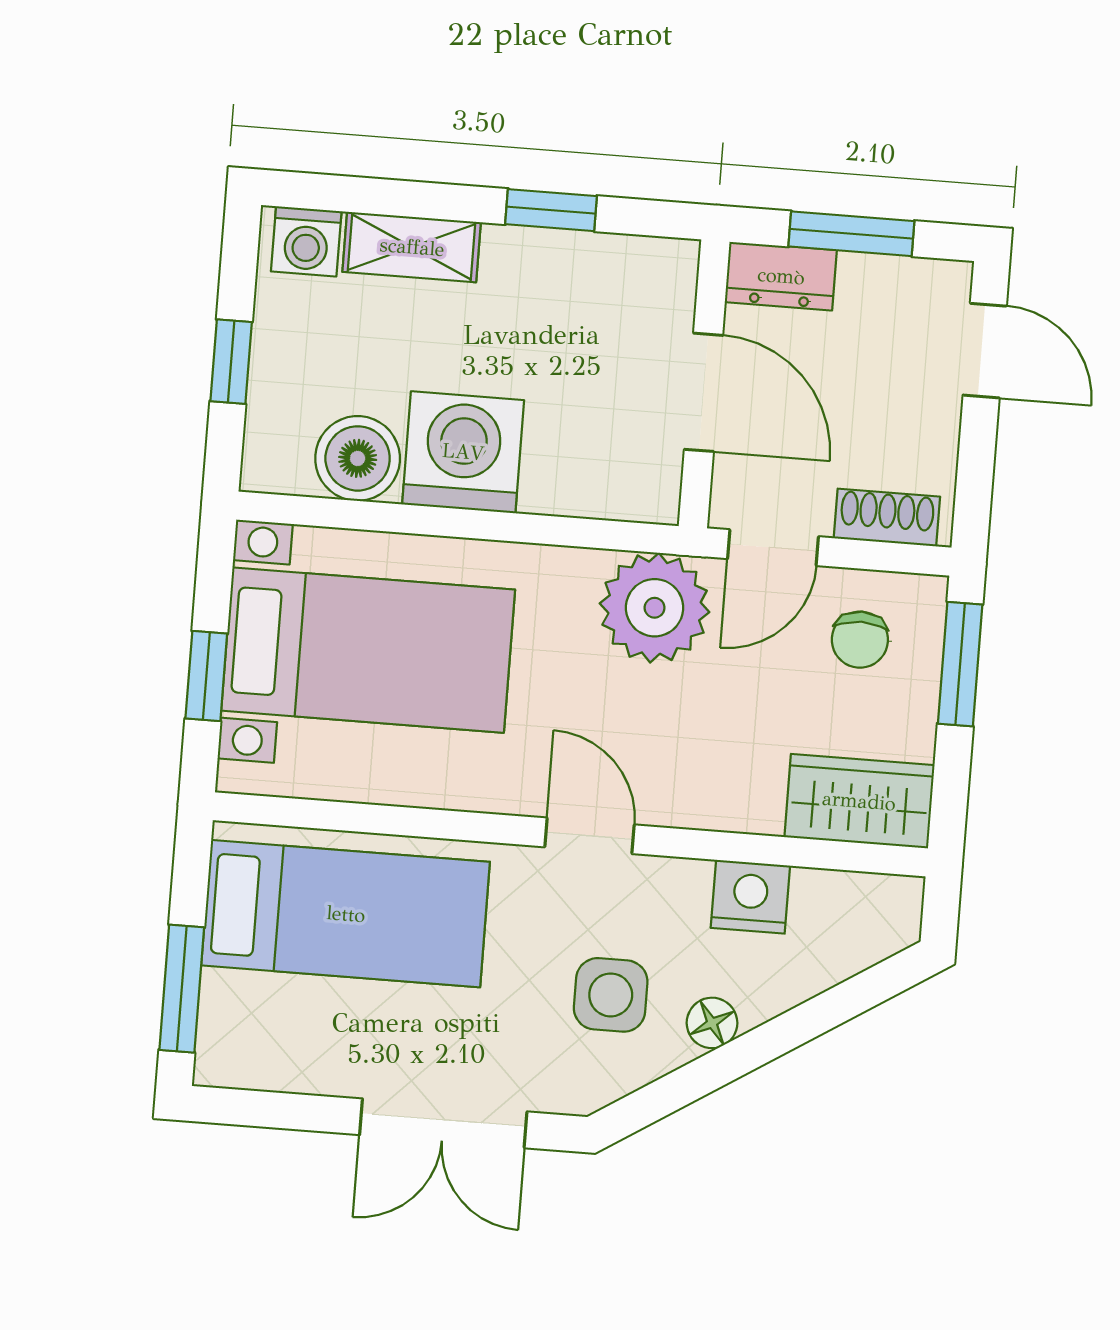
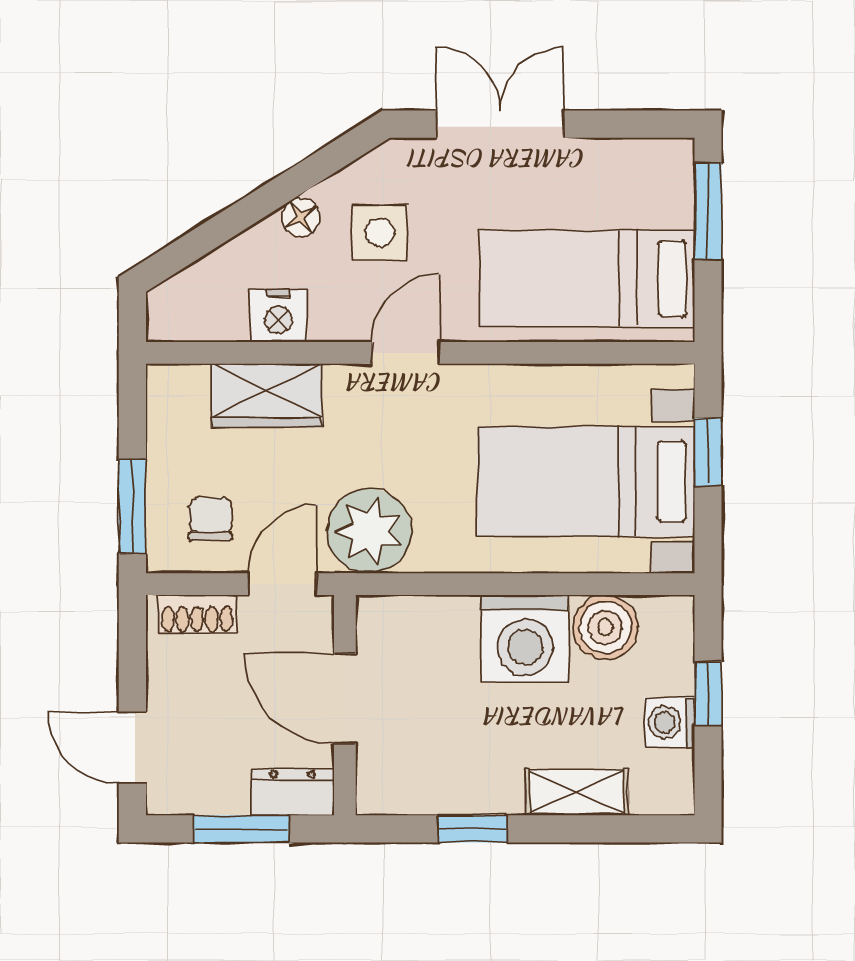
washing machine: (306, 241) -> (669, 722), moved, turned -90
wardrobe: (859, 801) -> (267, 396), moved
door: (590, 836) -> (405, 353), swing flipped

